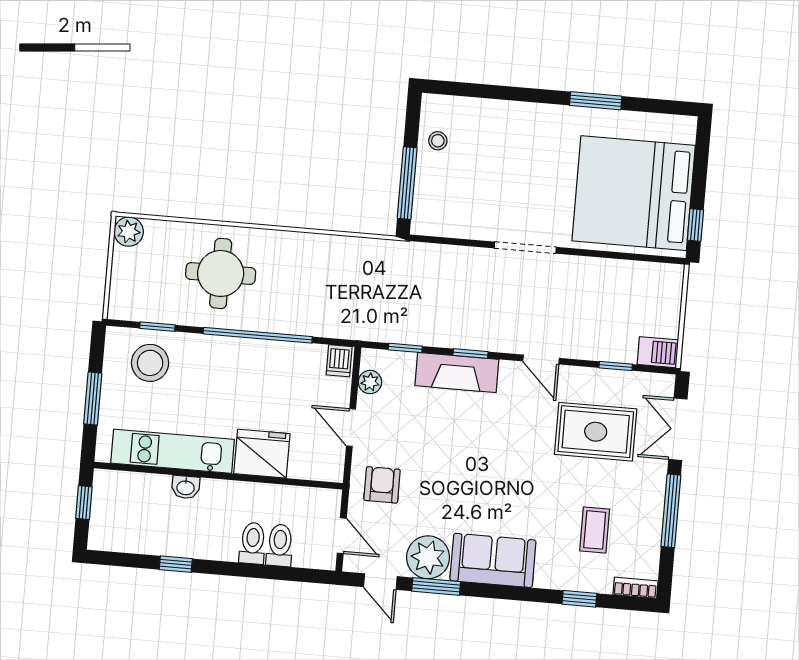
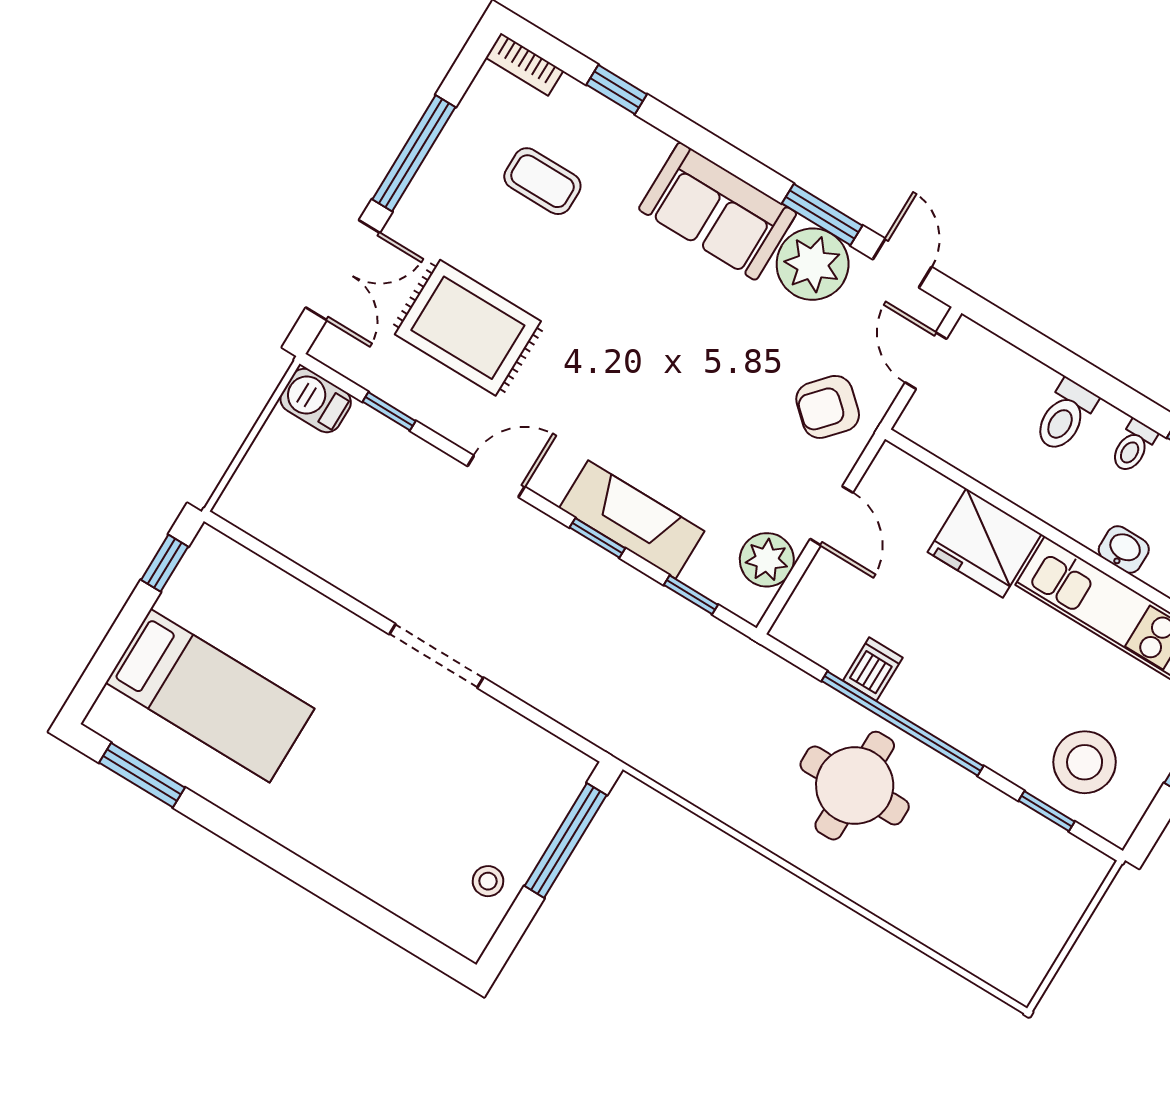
window: (596, 101) -> (142, 775), moved
bed: (634, 193) -> (210, 696), width x0.49
plant: (129, 232) -> (1019, 975), removed
round table: (221, 273) -> (855, 786), moved
door: (541, 360) -> (496, 476), hinge flipped
dishwasher: (339, 361) -> (873, 669), moved
plant: (370, 382) -> (767, 560), width x1.38, depth x1.38
armchair: (382, 485) -> (828, 407), turned 42
coffee table: (595, 530) -> (542, 181), turned 90
toilet: (280, 545) -> (1133, 446), moved, width x0.73, depth x0.72

